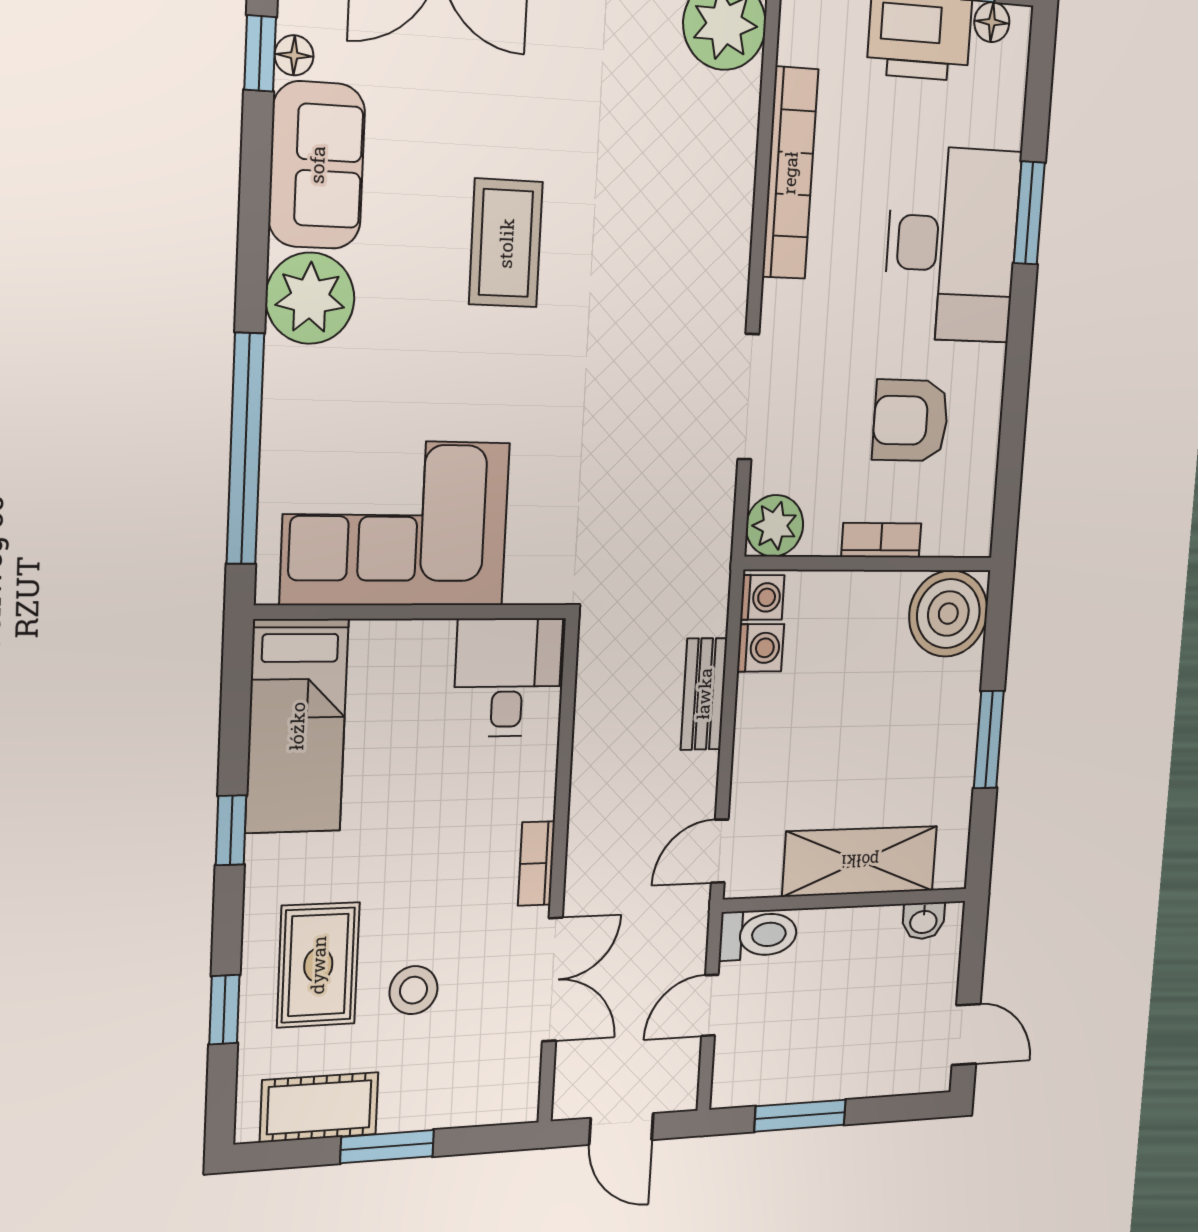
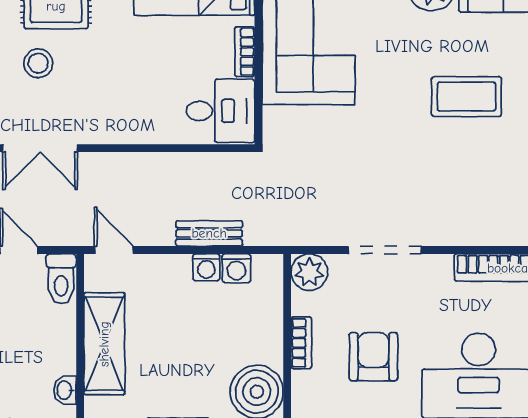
washing machine: (762, 597) -> (206, 267), moved
bookcase: (536, 863) -> (245, 52), moved, turned -90

